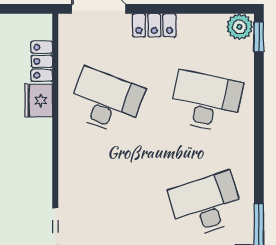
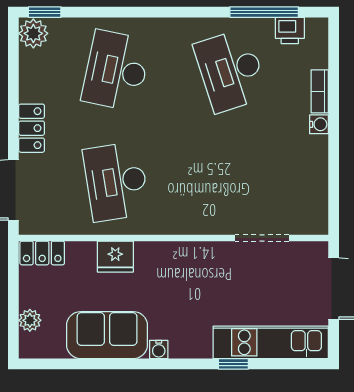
locker: (42, 61) -> (42, 253), moved
desk: (106, 101) -> (116, 182), turned -30

